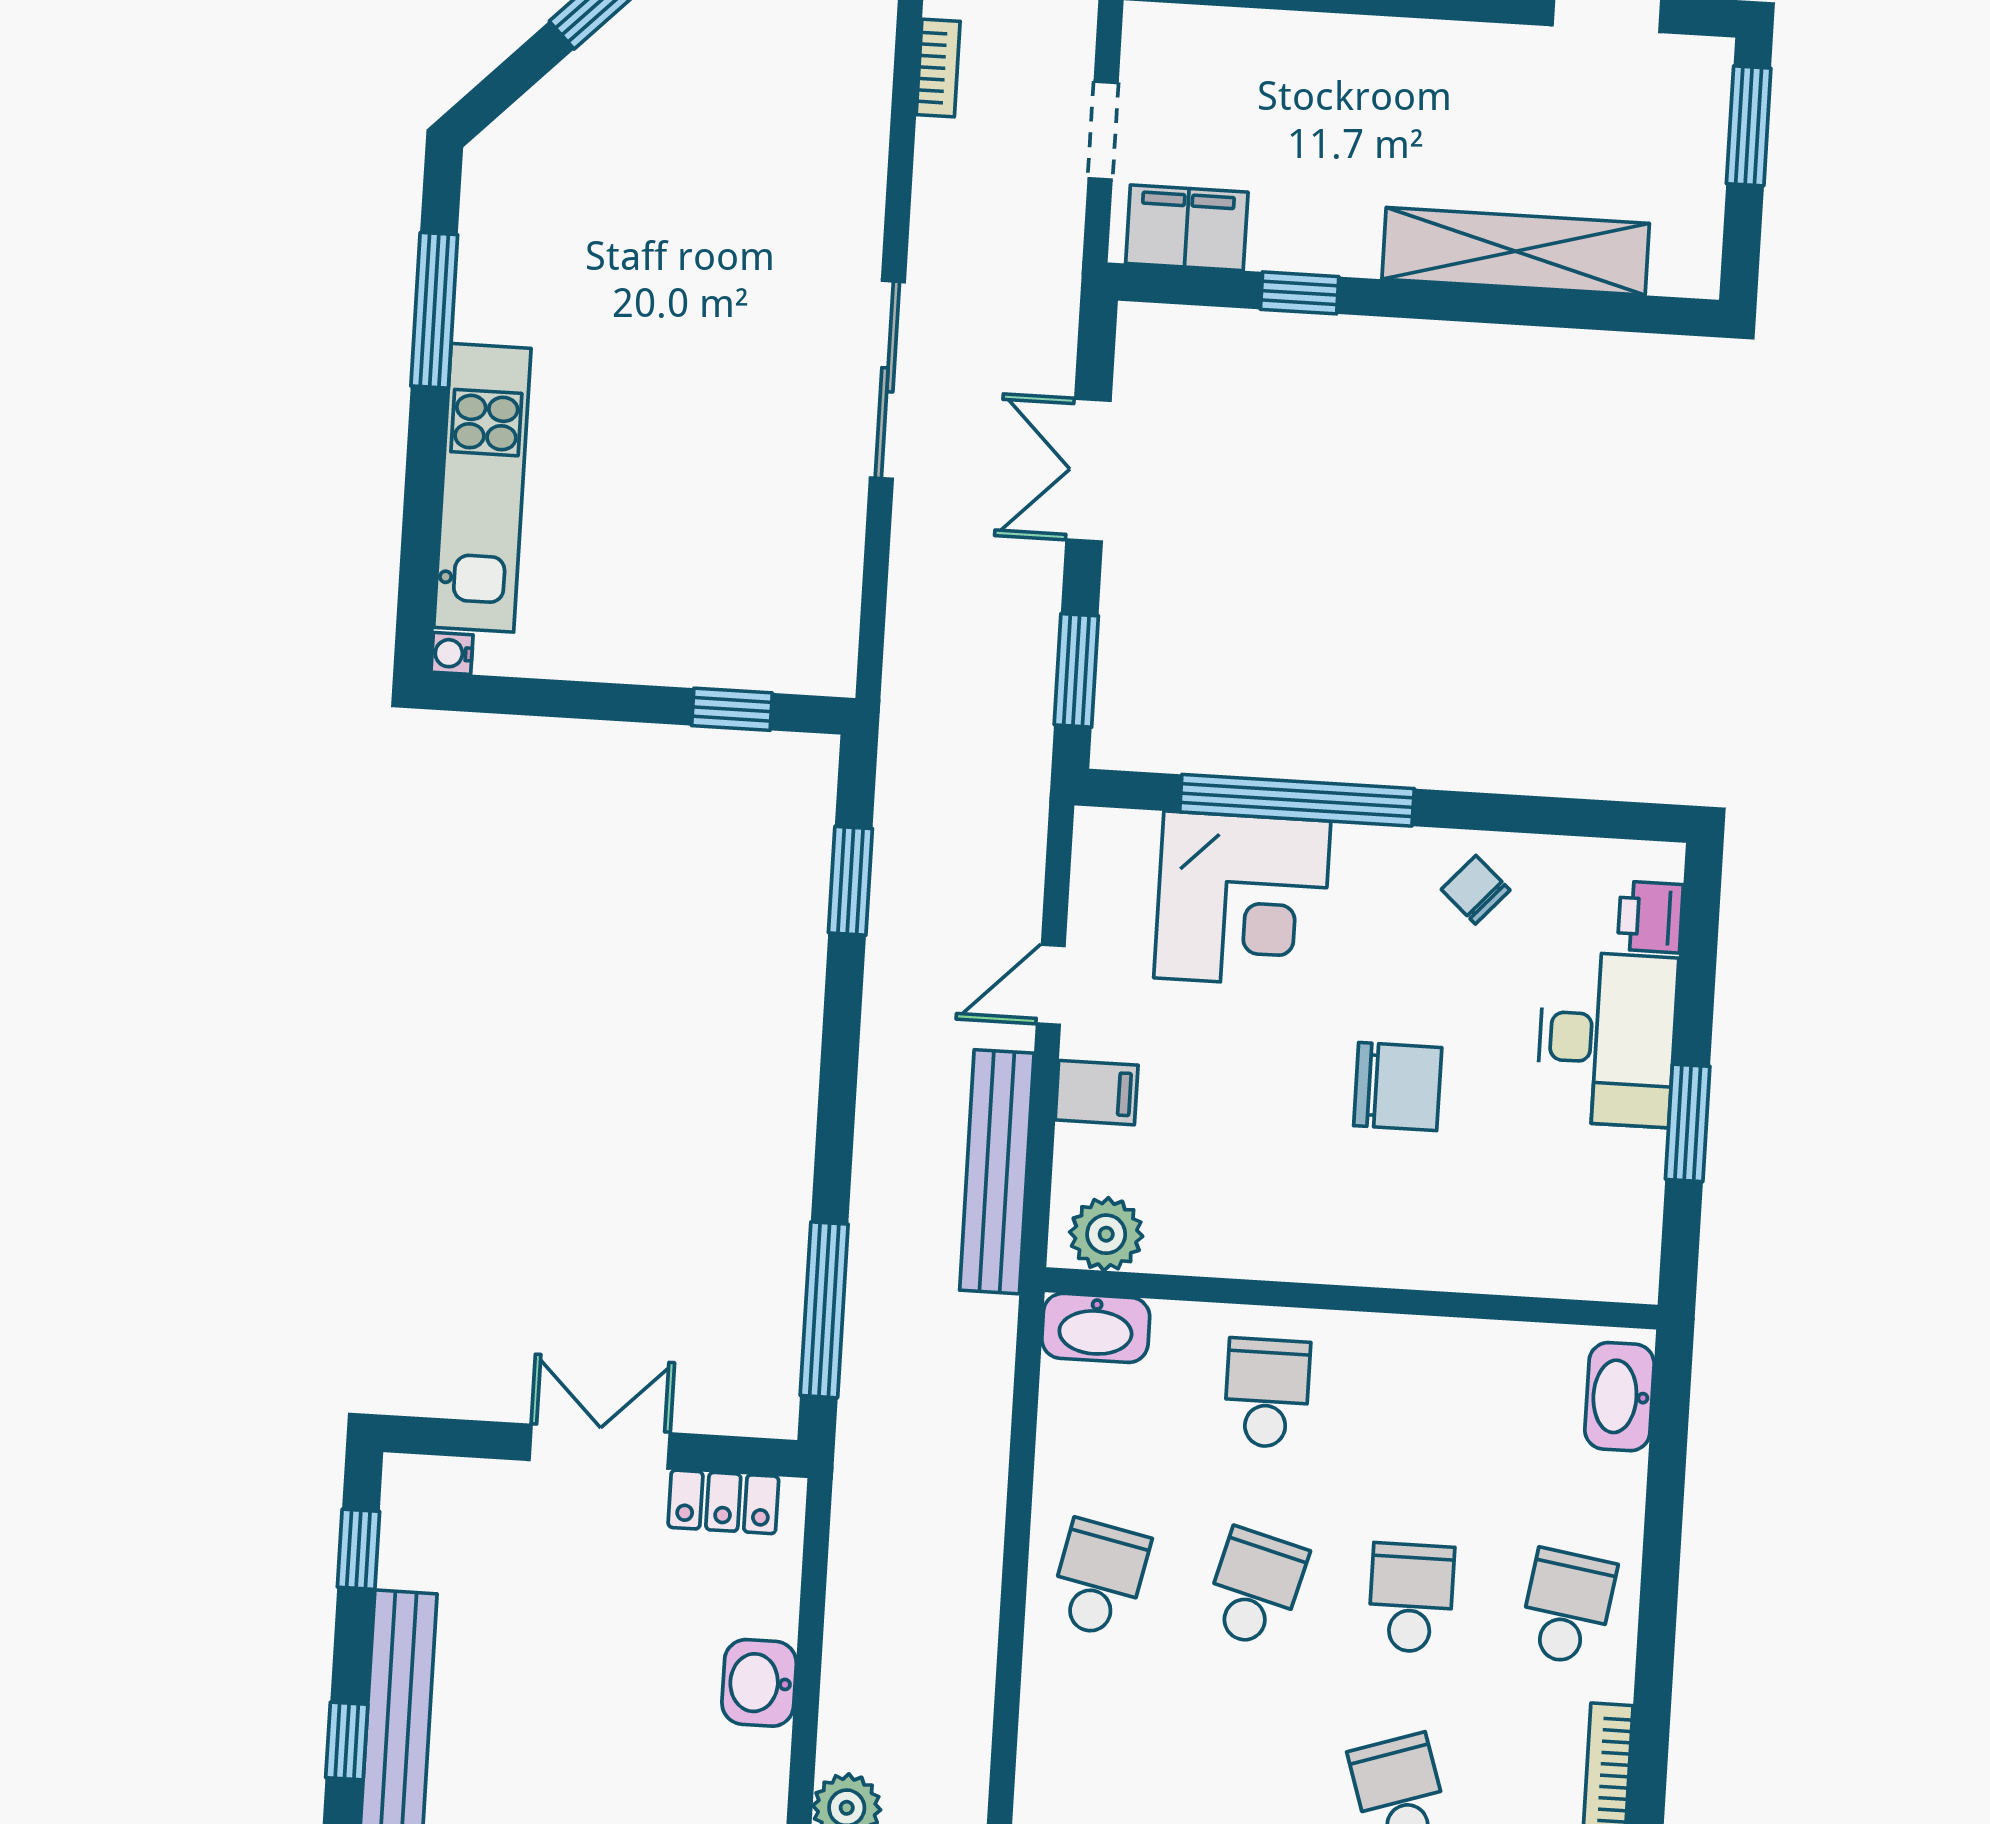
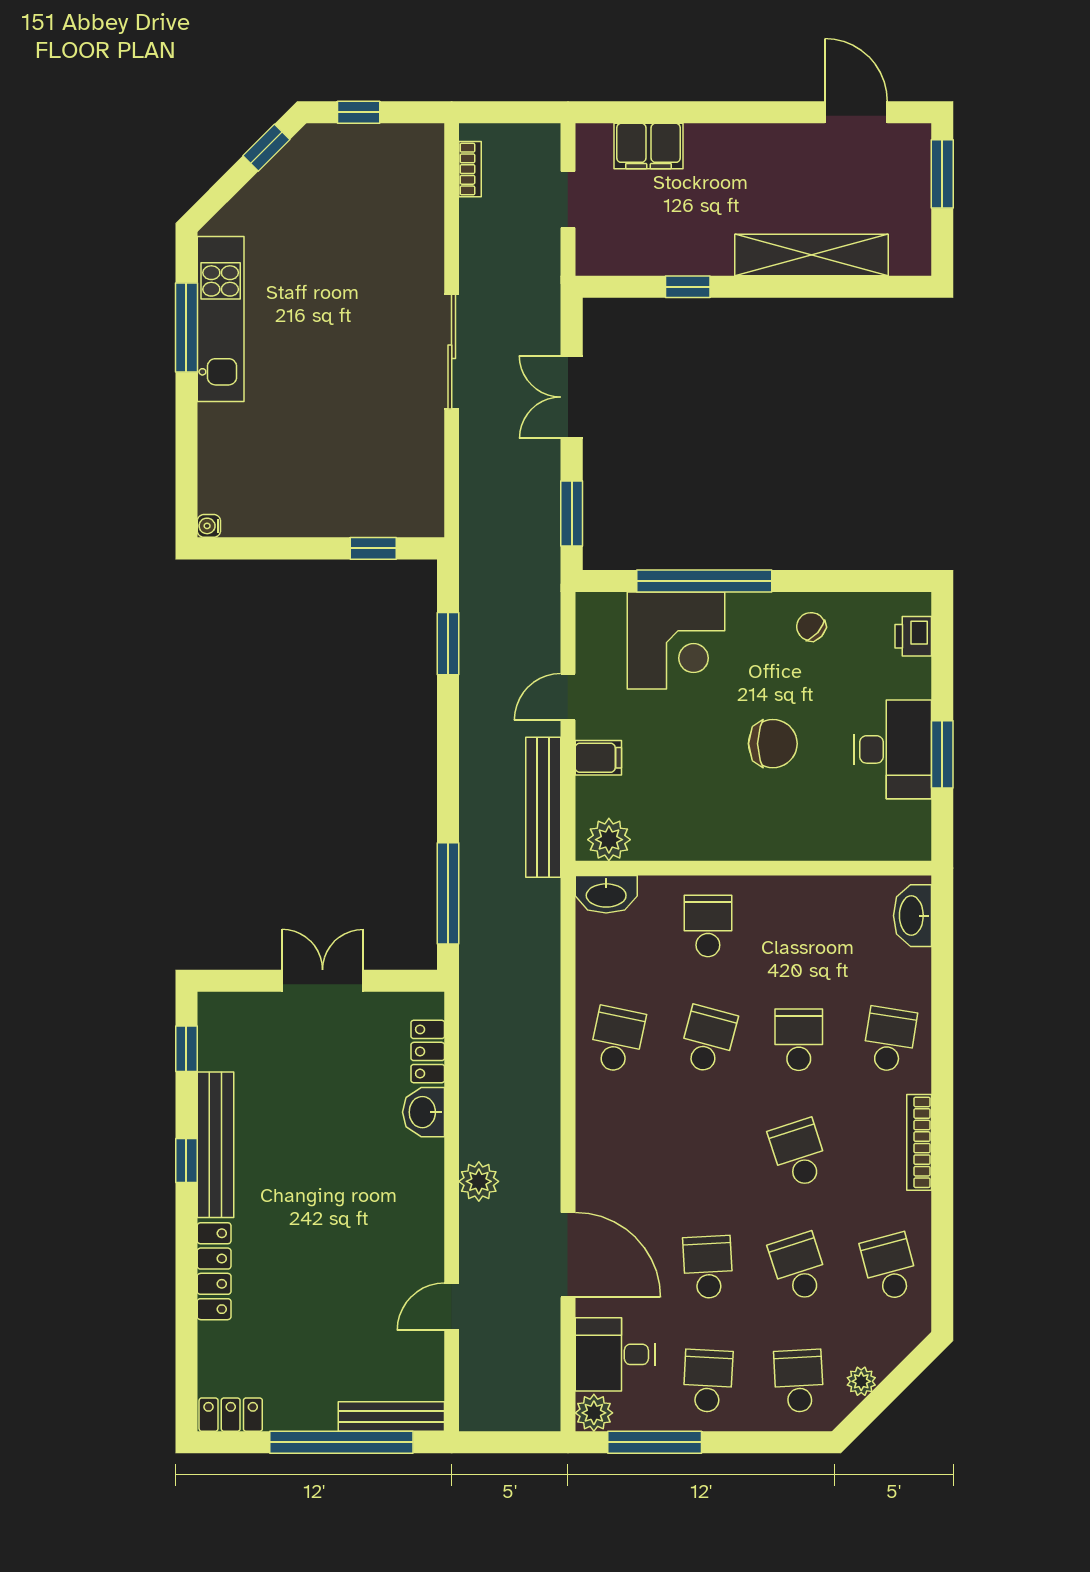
filing cabinet: (1187, 228) -> (649, 146), moved, turned 180
kitchen unit: (482, 488) -> (221, 319), moved
desk: (1607, 1039) -> (893, 749), moved
locker: (723, 1502) -> (428, 1051), moved, turned 90

